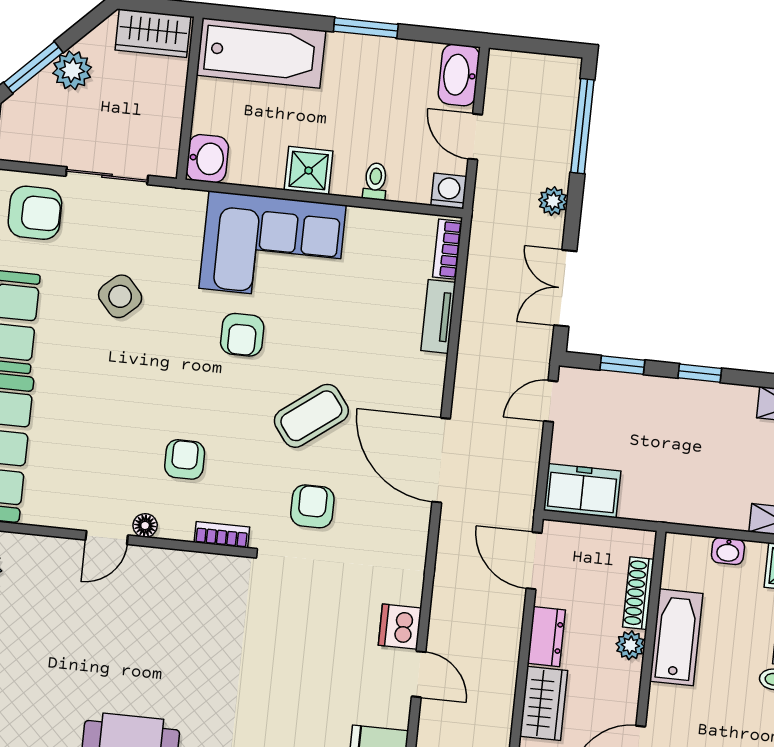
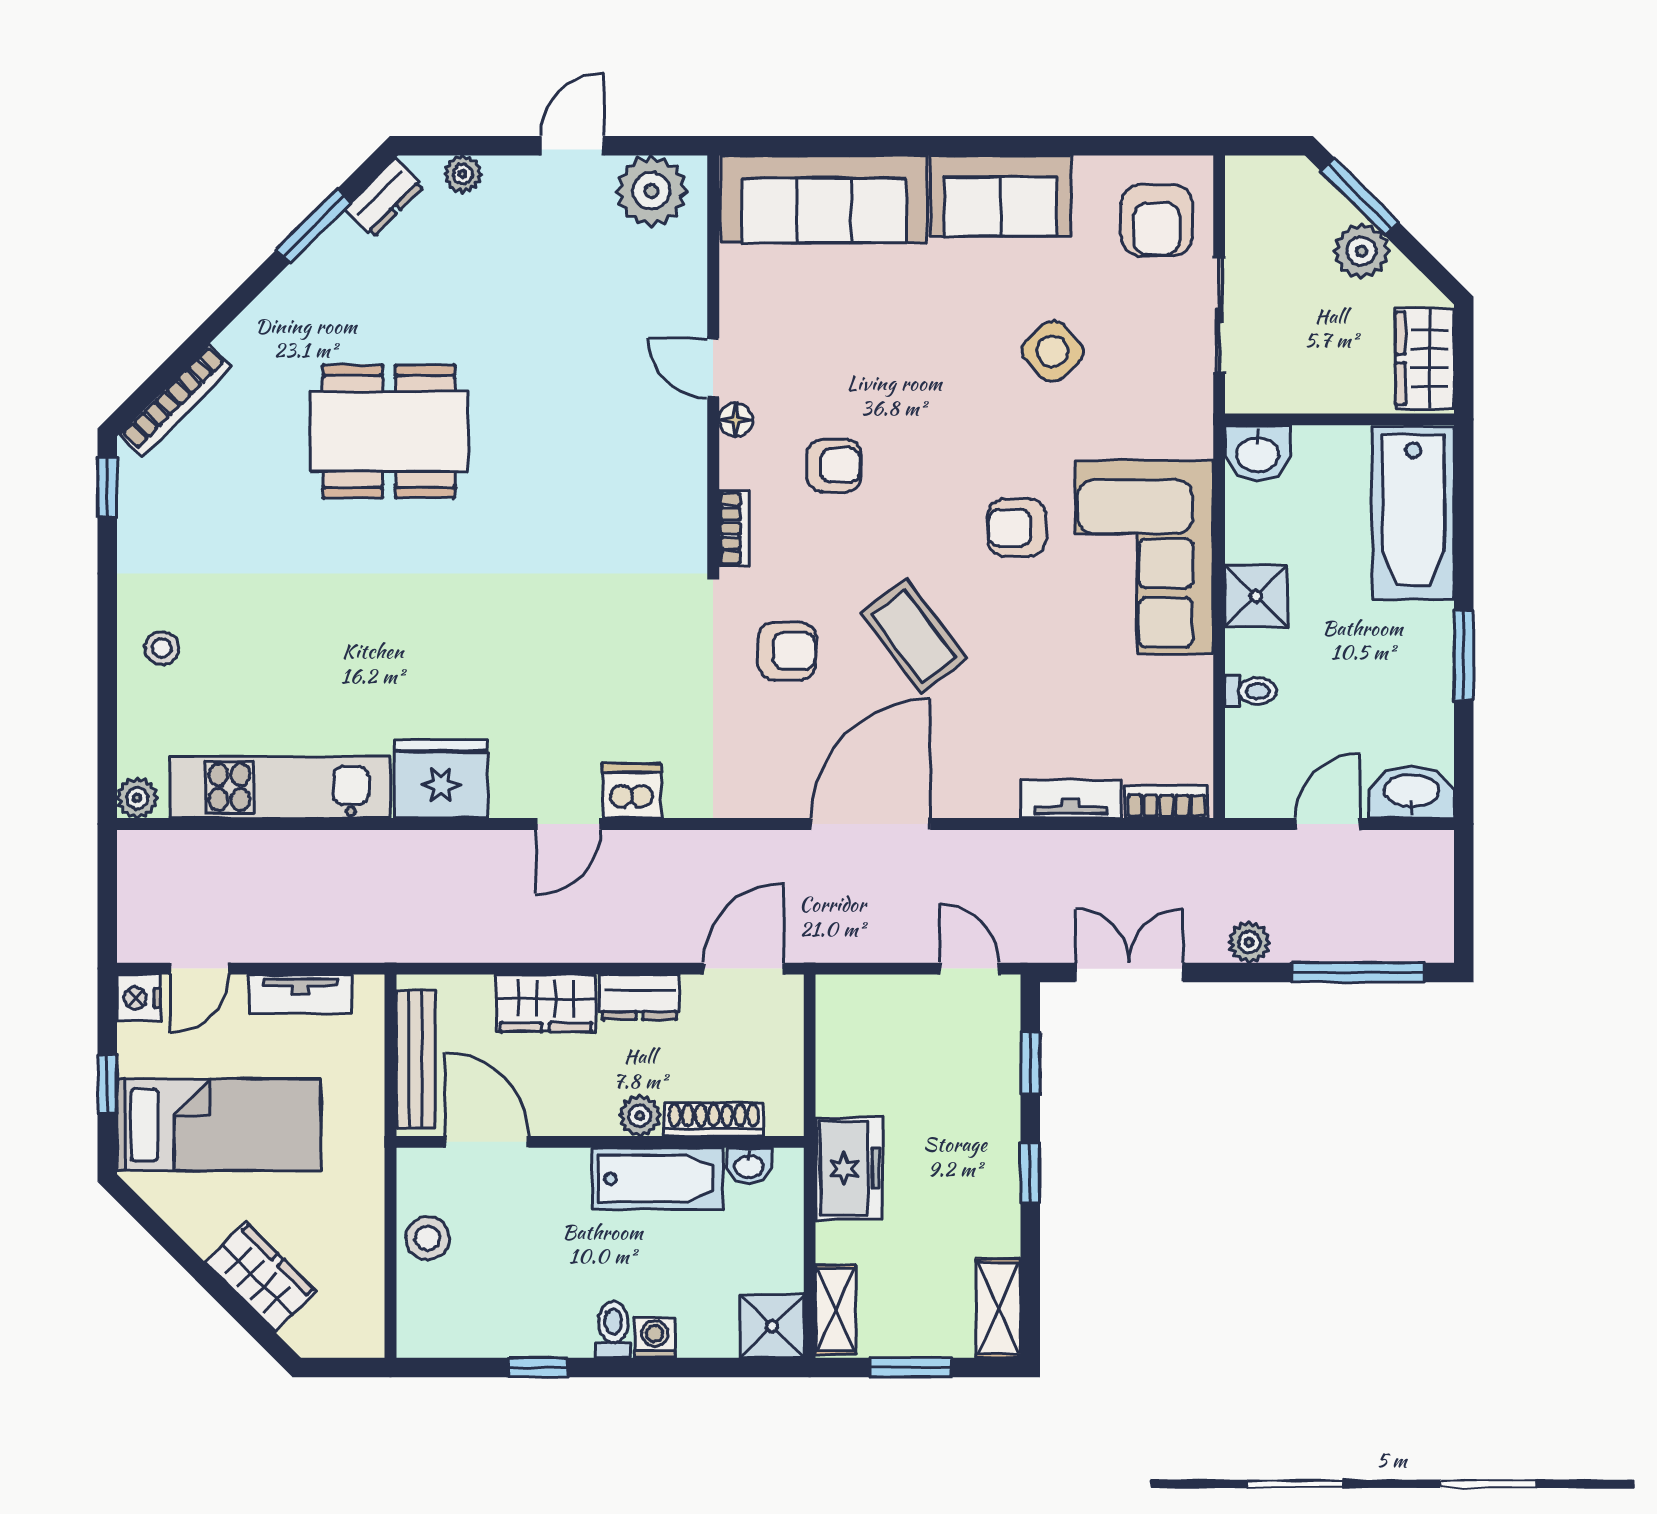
washing machine: (449, 191) -> (1248, 795), removed
freezer: (582, 491) -> (849, 1168), moved
washbasin: (728, 551) -> (749, 1166), moved, turned -90

